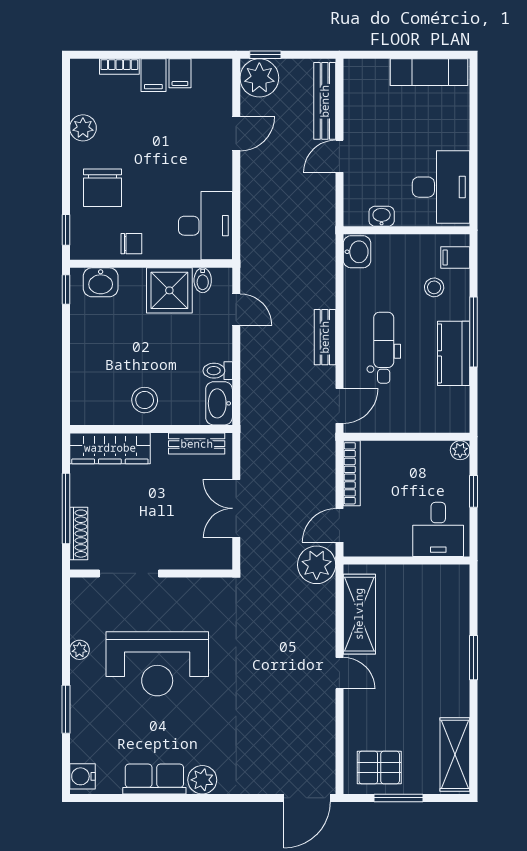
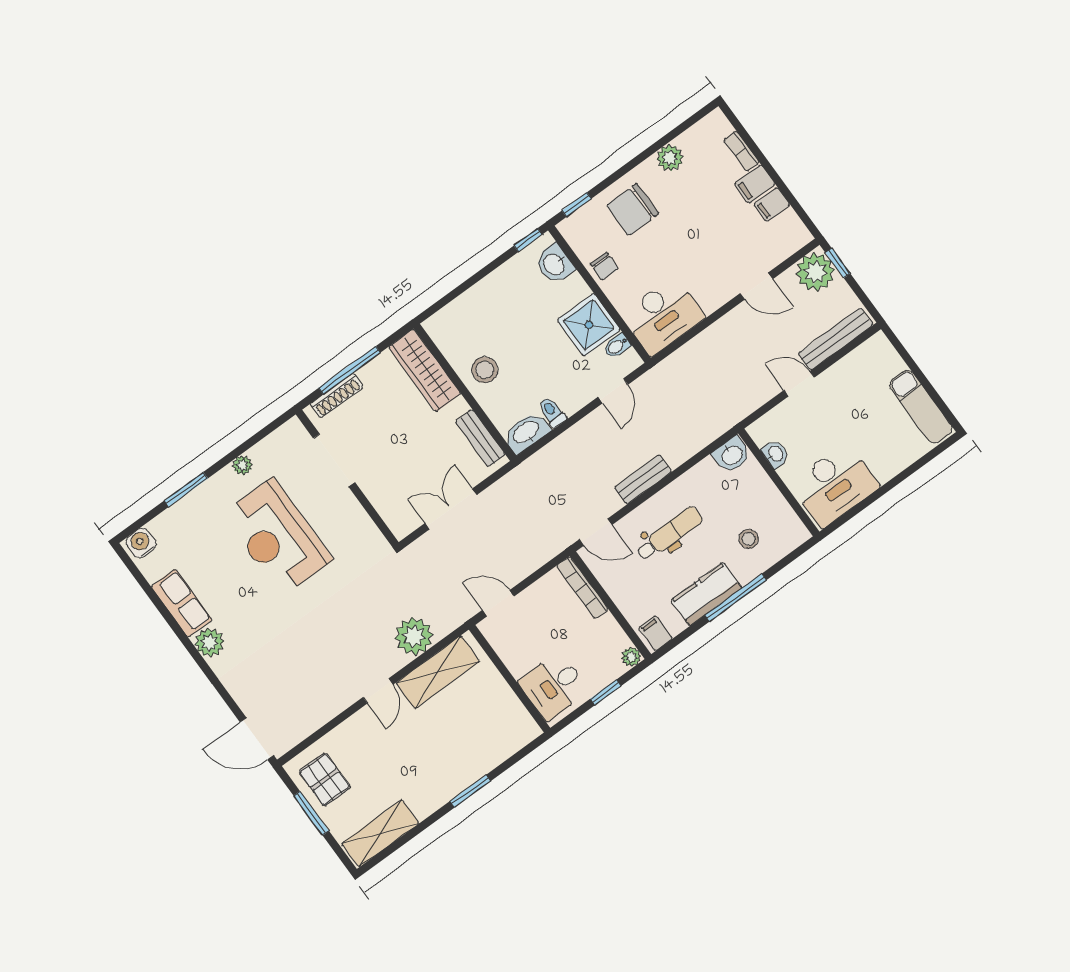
filing cabinet: (455, 257) -> (655, 633), moved
bookcase: (352, 473) -> (582, 588), moved, turned 90
plant: (317, 565) -> (414, 636), moved

